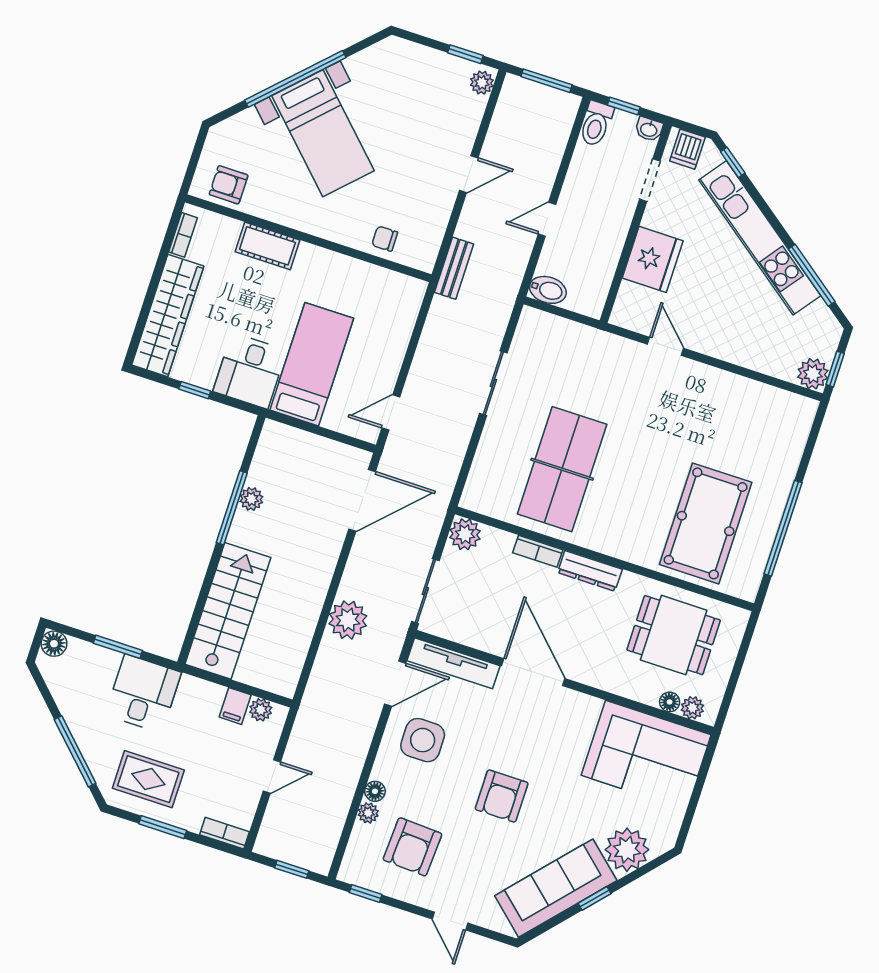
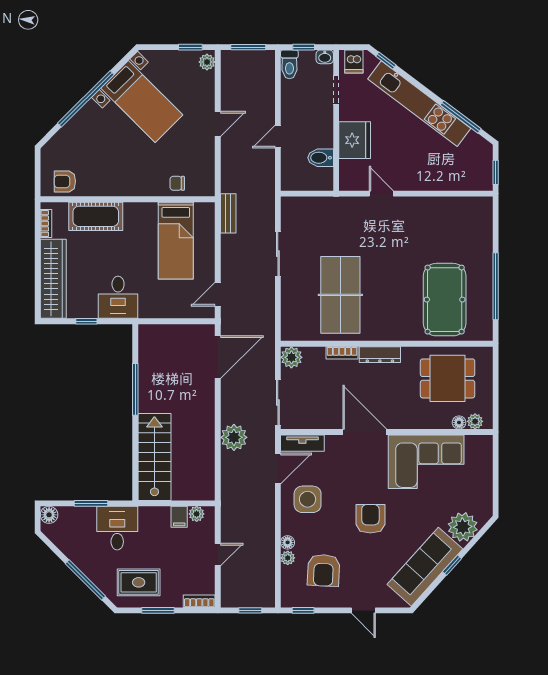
bed with nightstands: (323, 133) -> (142, 101), moved
cot: (267, 246) -> (96, 216), width x1.37, depth x1.34
bench: (454, 268) -> (228, 213), moved
bidet: (548, 290) -> (321, 158), moved, turned 180
bed: (312, 364) -> (176, 241), moved, turned 180
plant: (813, 374) -> (482, 180), removed
plant: (251, 499) -> (146, 380), removed
tv unit: (454, 663) -> (302, 443), width x0.71
corner sofa: (646, 755) -> (426, 462), moved
armchair: (502, 796) -> (370, 519), turned 180

